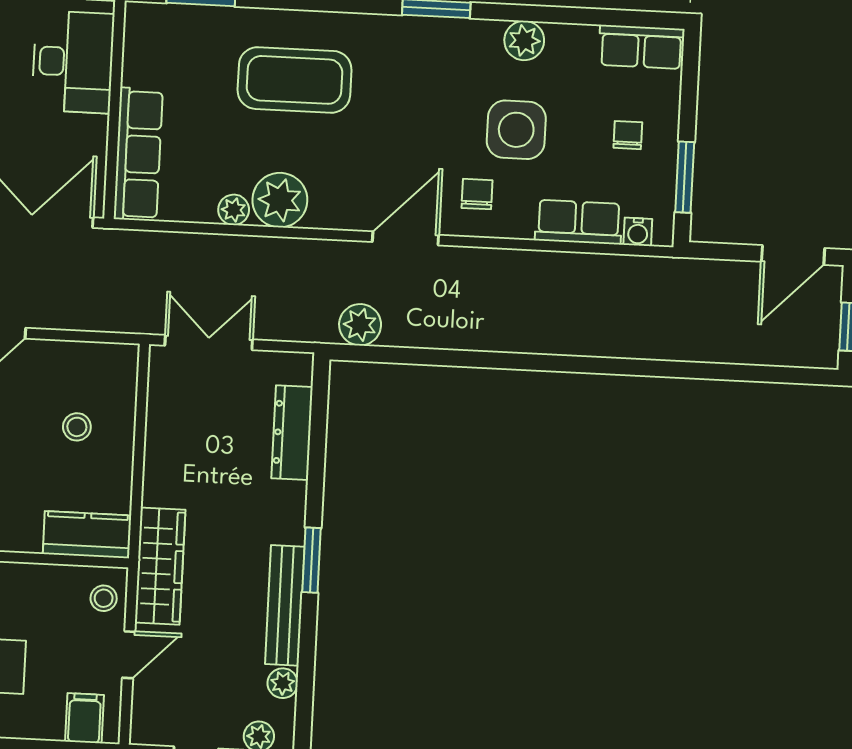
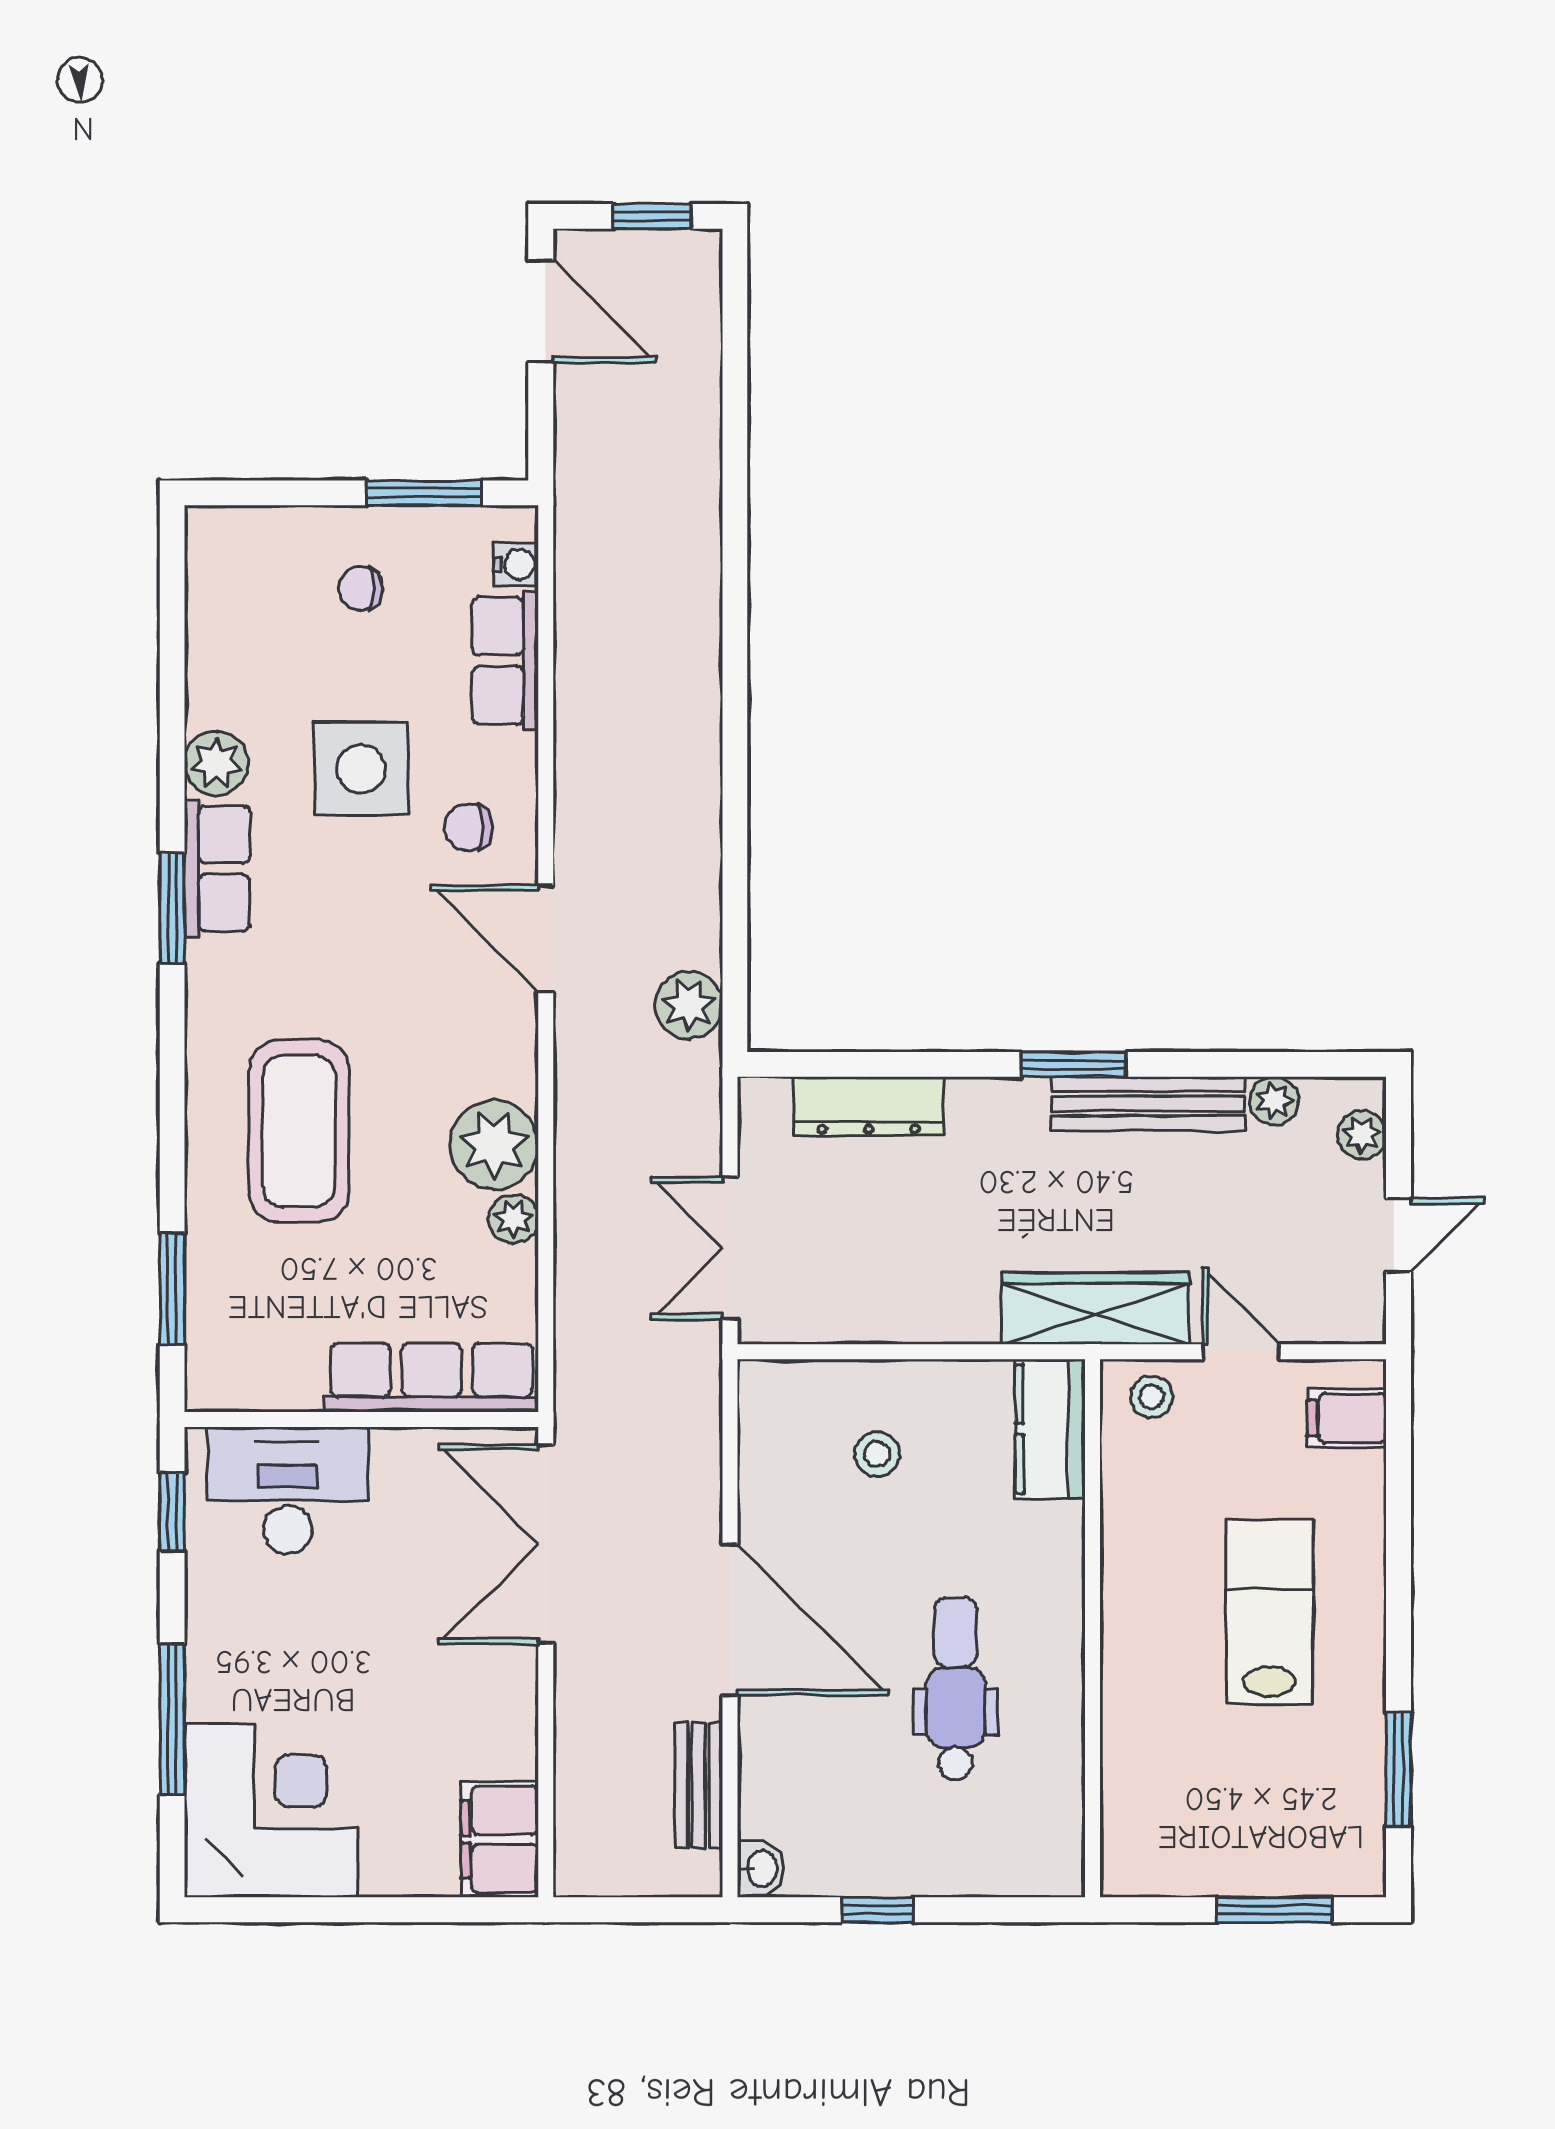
row of seats: (641, 47) -> (217, 869), moved

